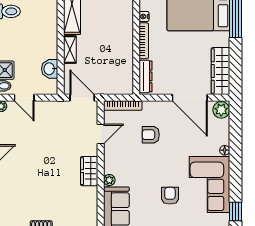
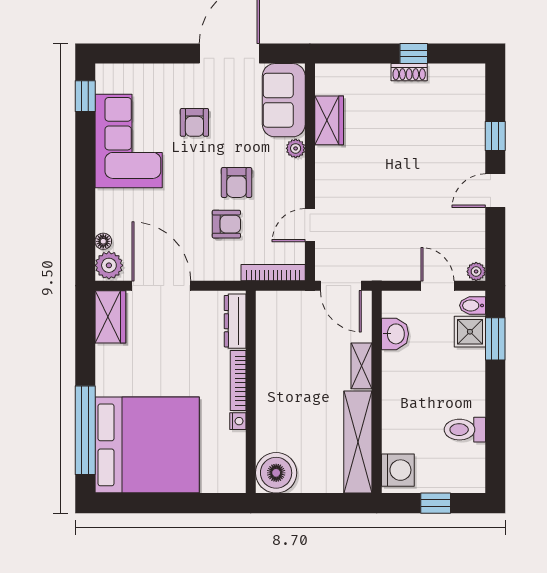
wardrobe: (220, 71) -> (110, 317), width x0.67
floor lamp: (225, 150) -> (103, 241), moved
armchair: (145, 160) -> (237, 182), added
wardrobe: (89, 171) -> (329, 120), moved

